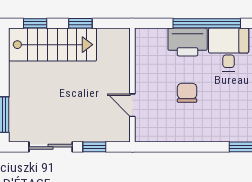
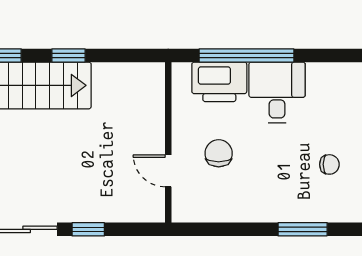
wall: (132, 85) -> (168, 142), moved
door: (132, 105) -> (168, 171), moved

